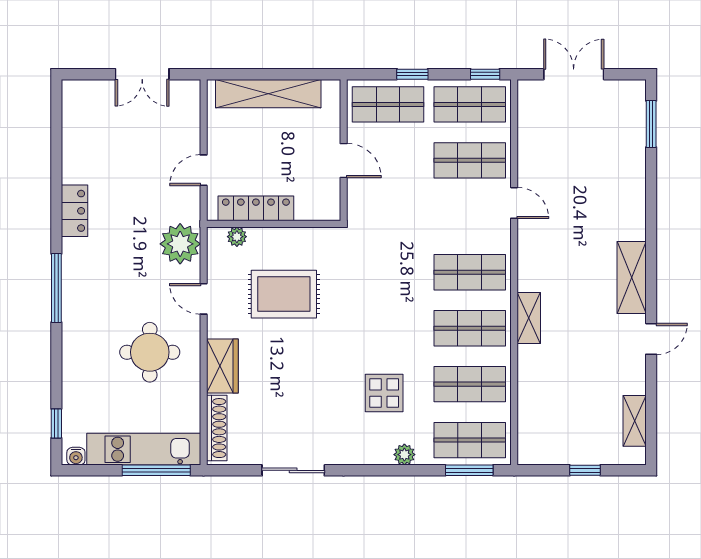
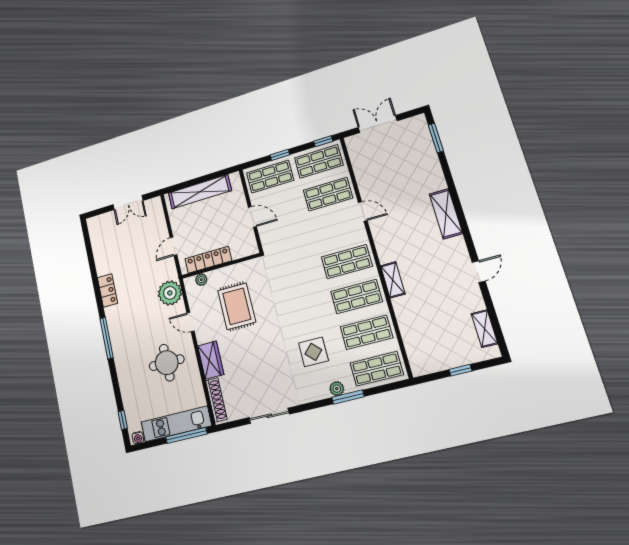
shelving: (632, 278) -> (446, 214), moved
rug: (284, 294) -> (237, 306), turned 90
window: (469, 470) -> (348, 397), moved

